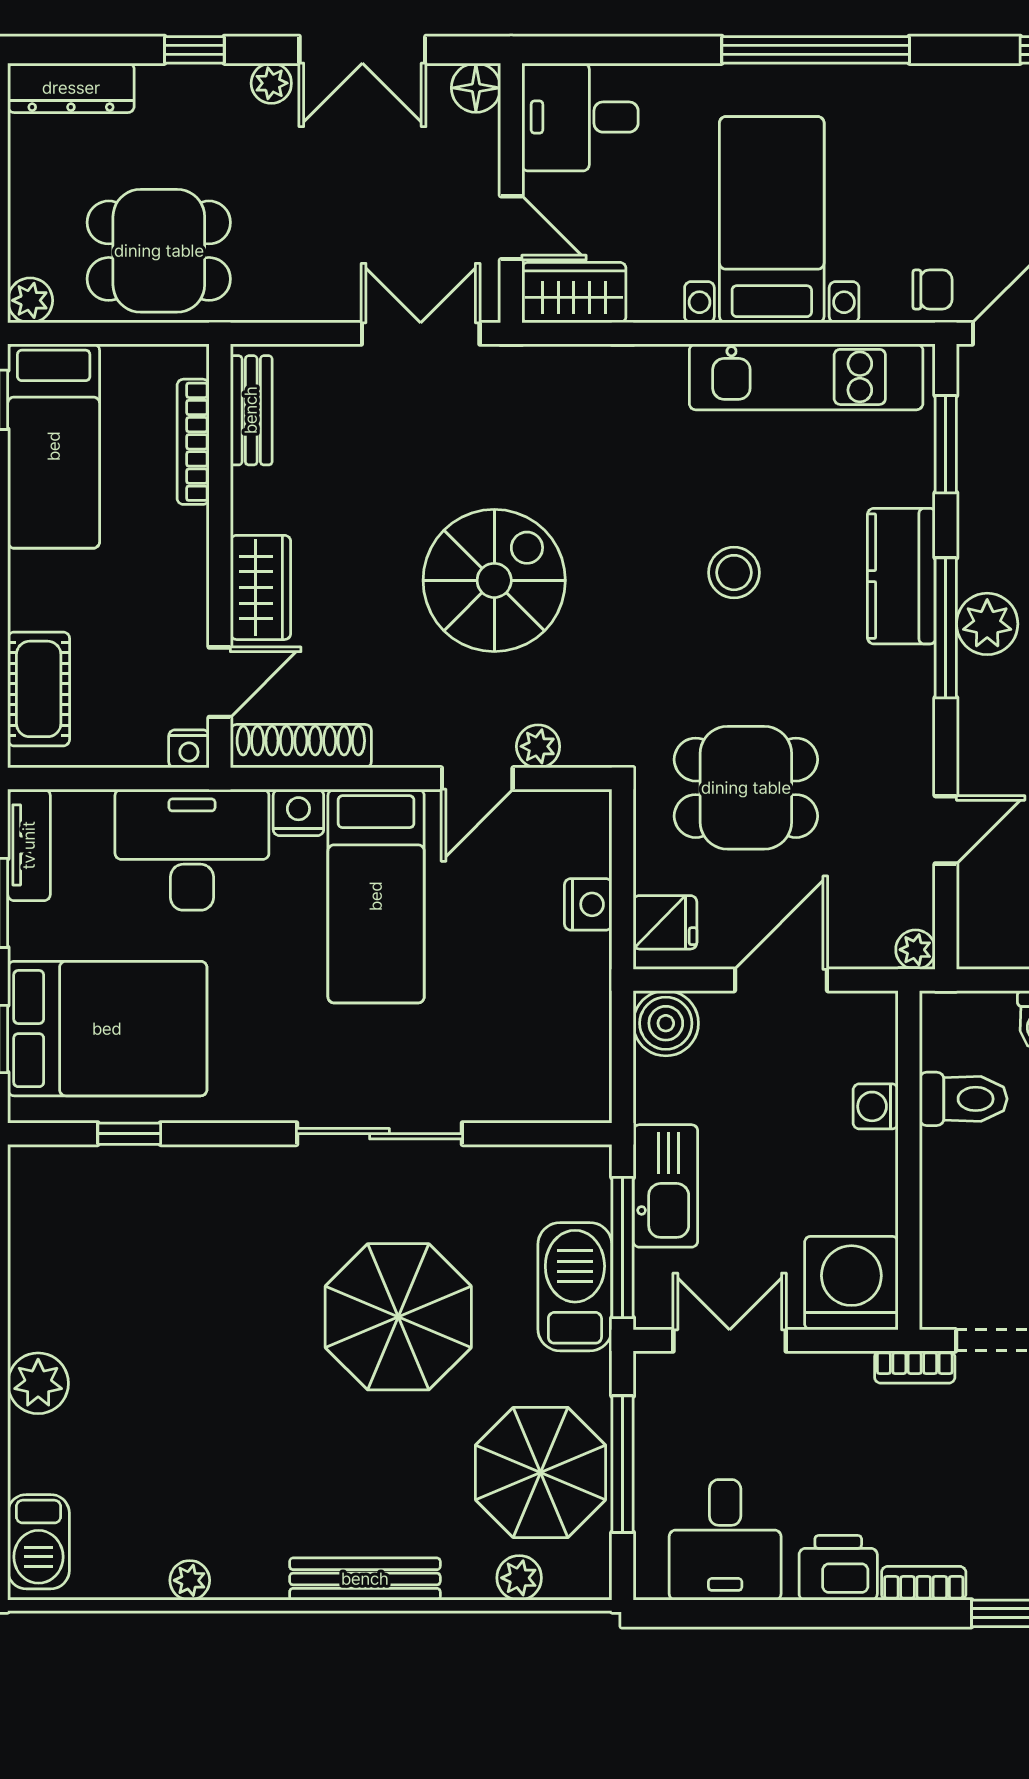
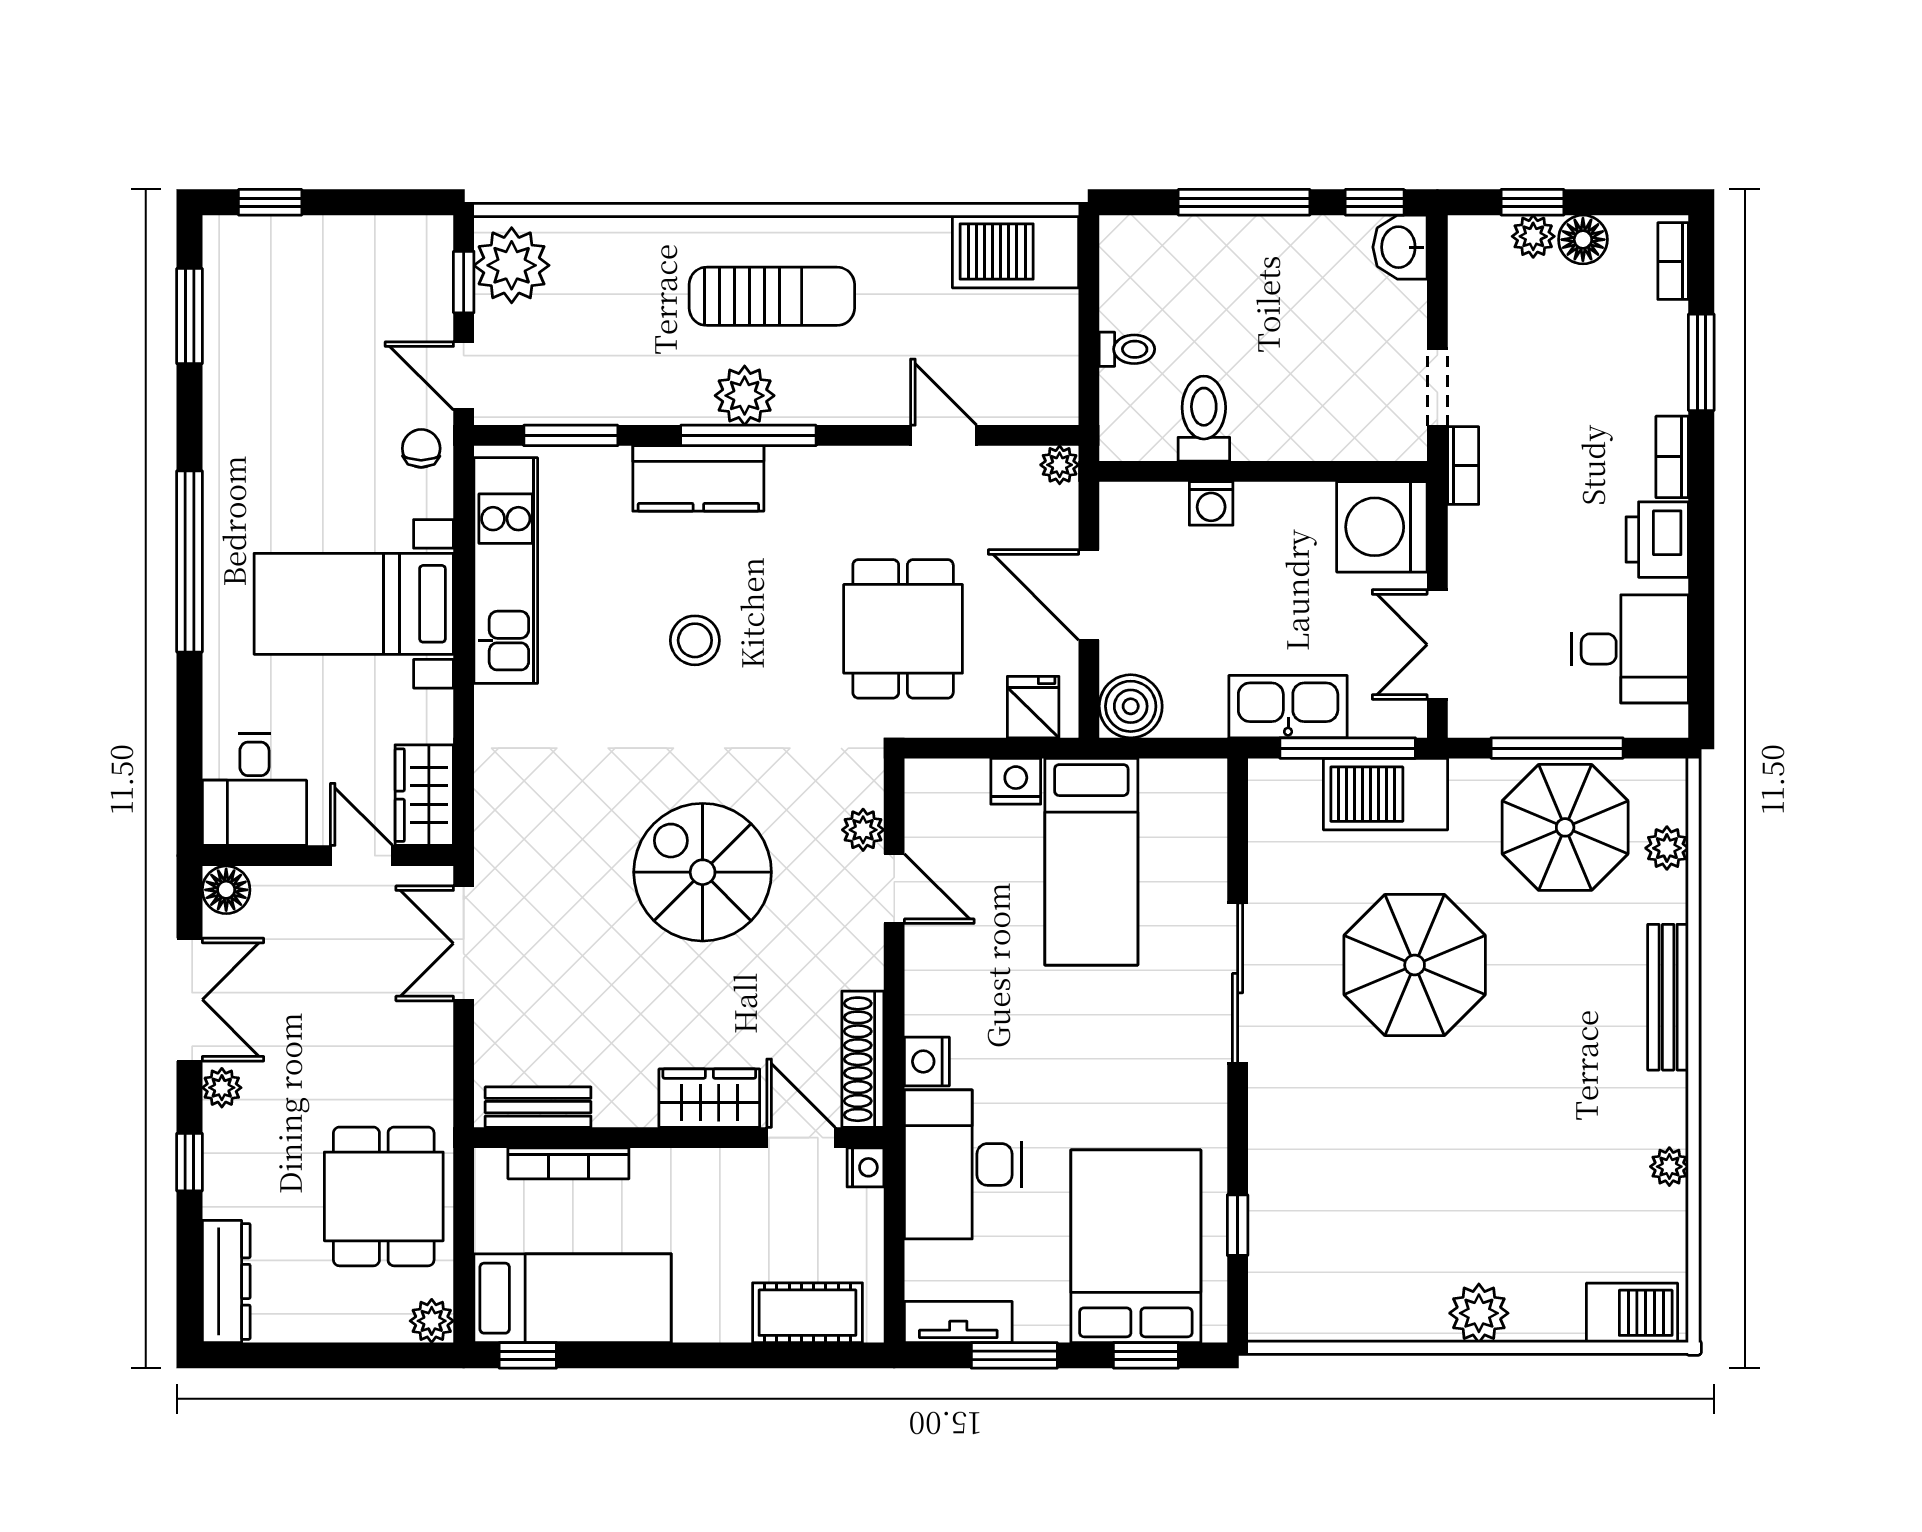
door: (511, 228) -> (361, 856), hinge flipped
bed: (376, 896) -> (1091, 862), moved, turned 90

